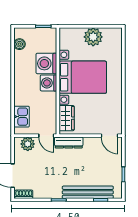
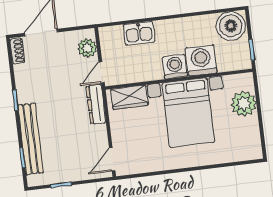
plant: (93, 37) -> (244, 104), moved
boiler: (20, 44) -> (231, 26), width x1.86, depth x1.86
kitchen sink: (22, 117) -> (139, 33), moved

